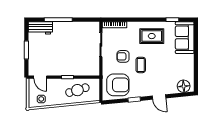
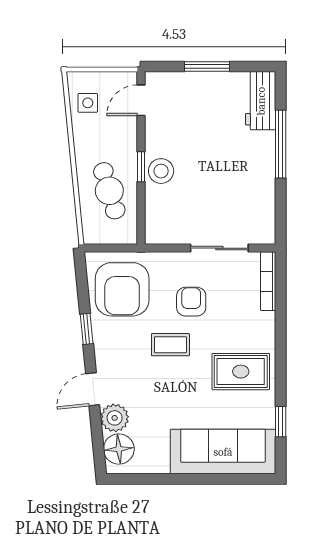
rug: (152, 36) -> (241, 372), turned 90
sofa: (185, 38) -> (223, 452), width x1.36
stool: (69, 69) -> (161, 171), added
plant: (171, 88) -> (115, 418), added

